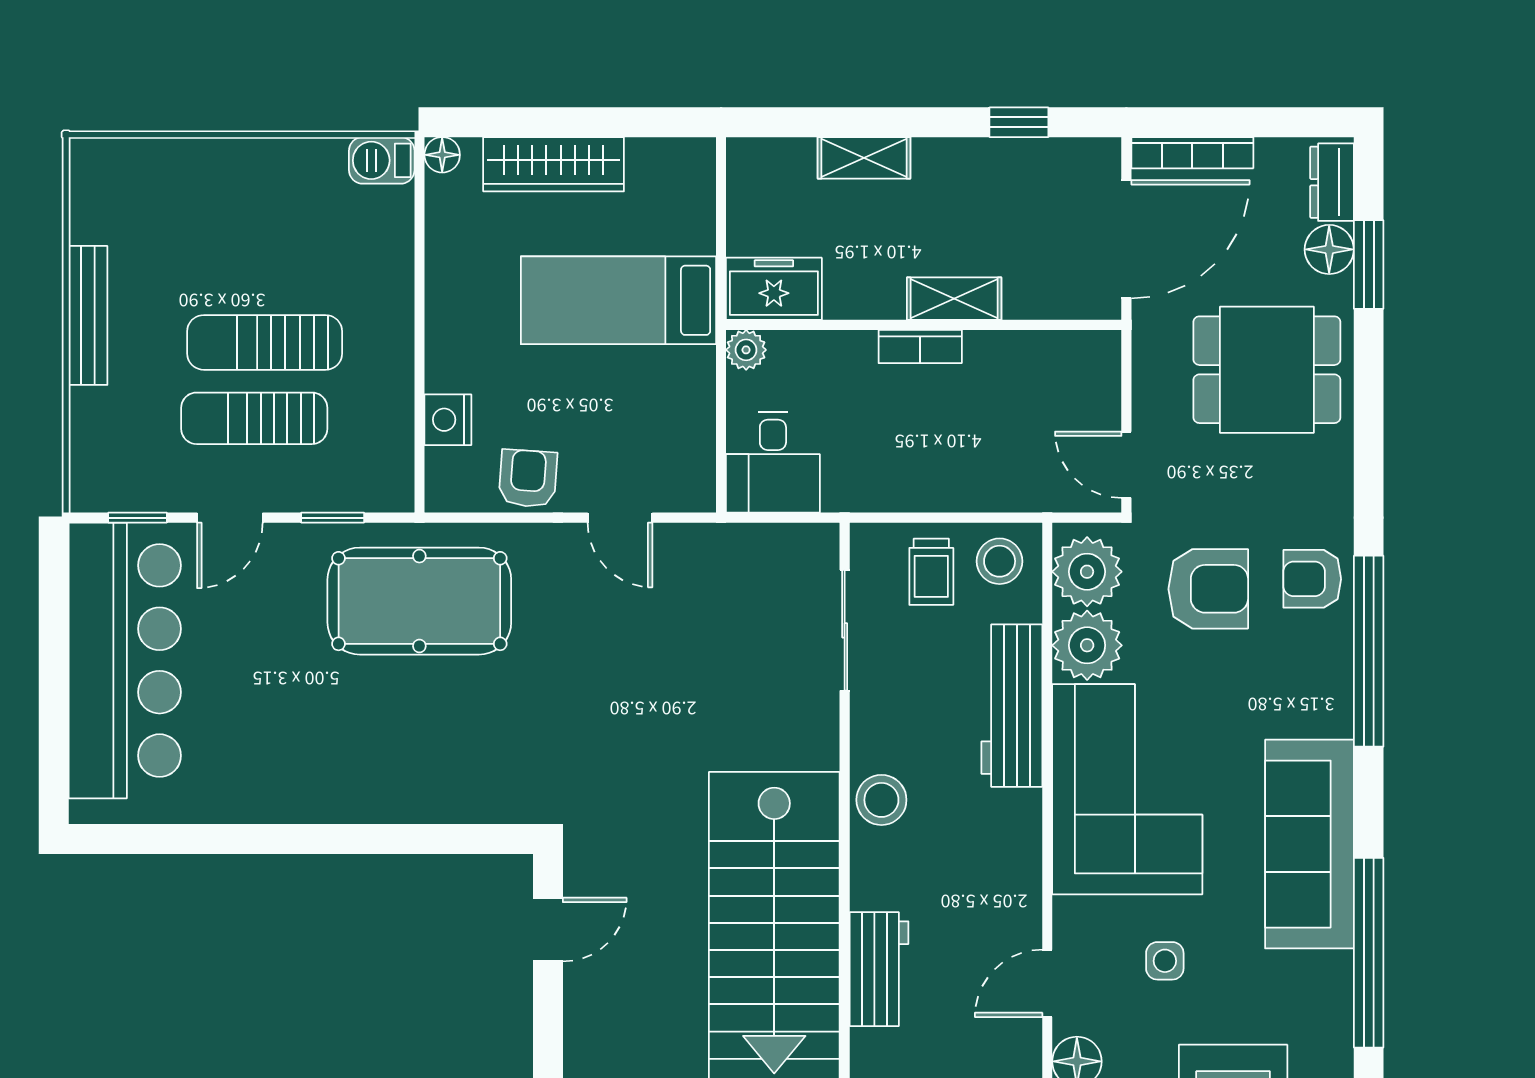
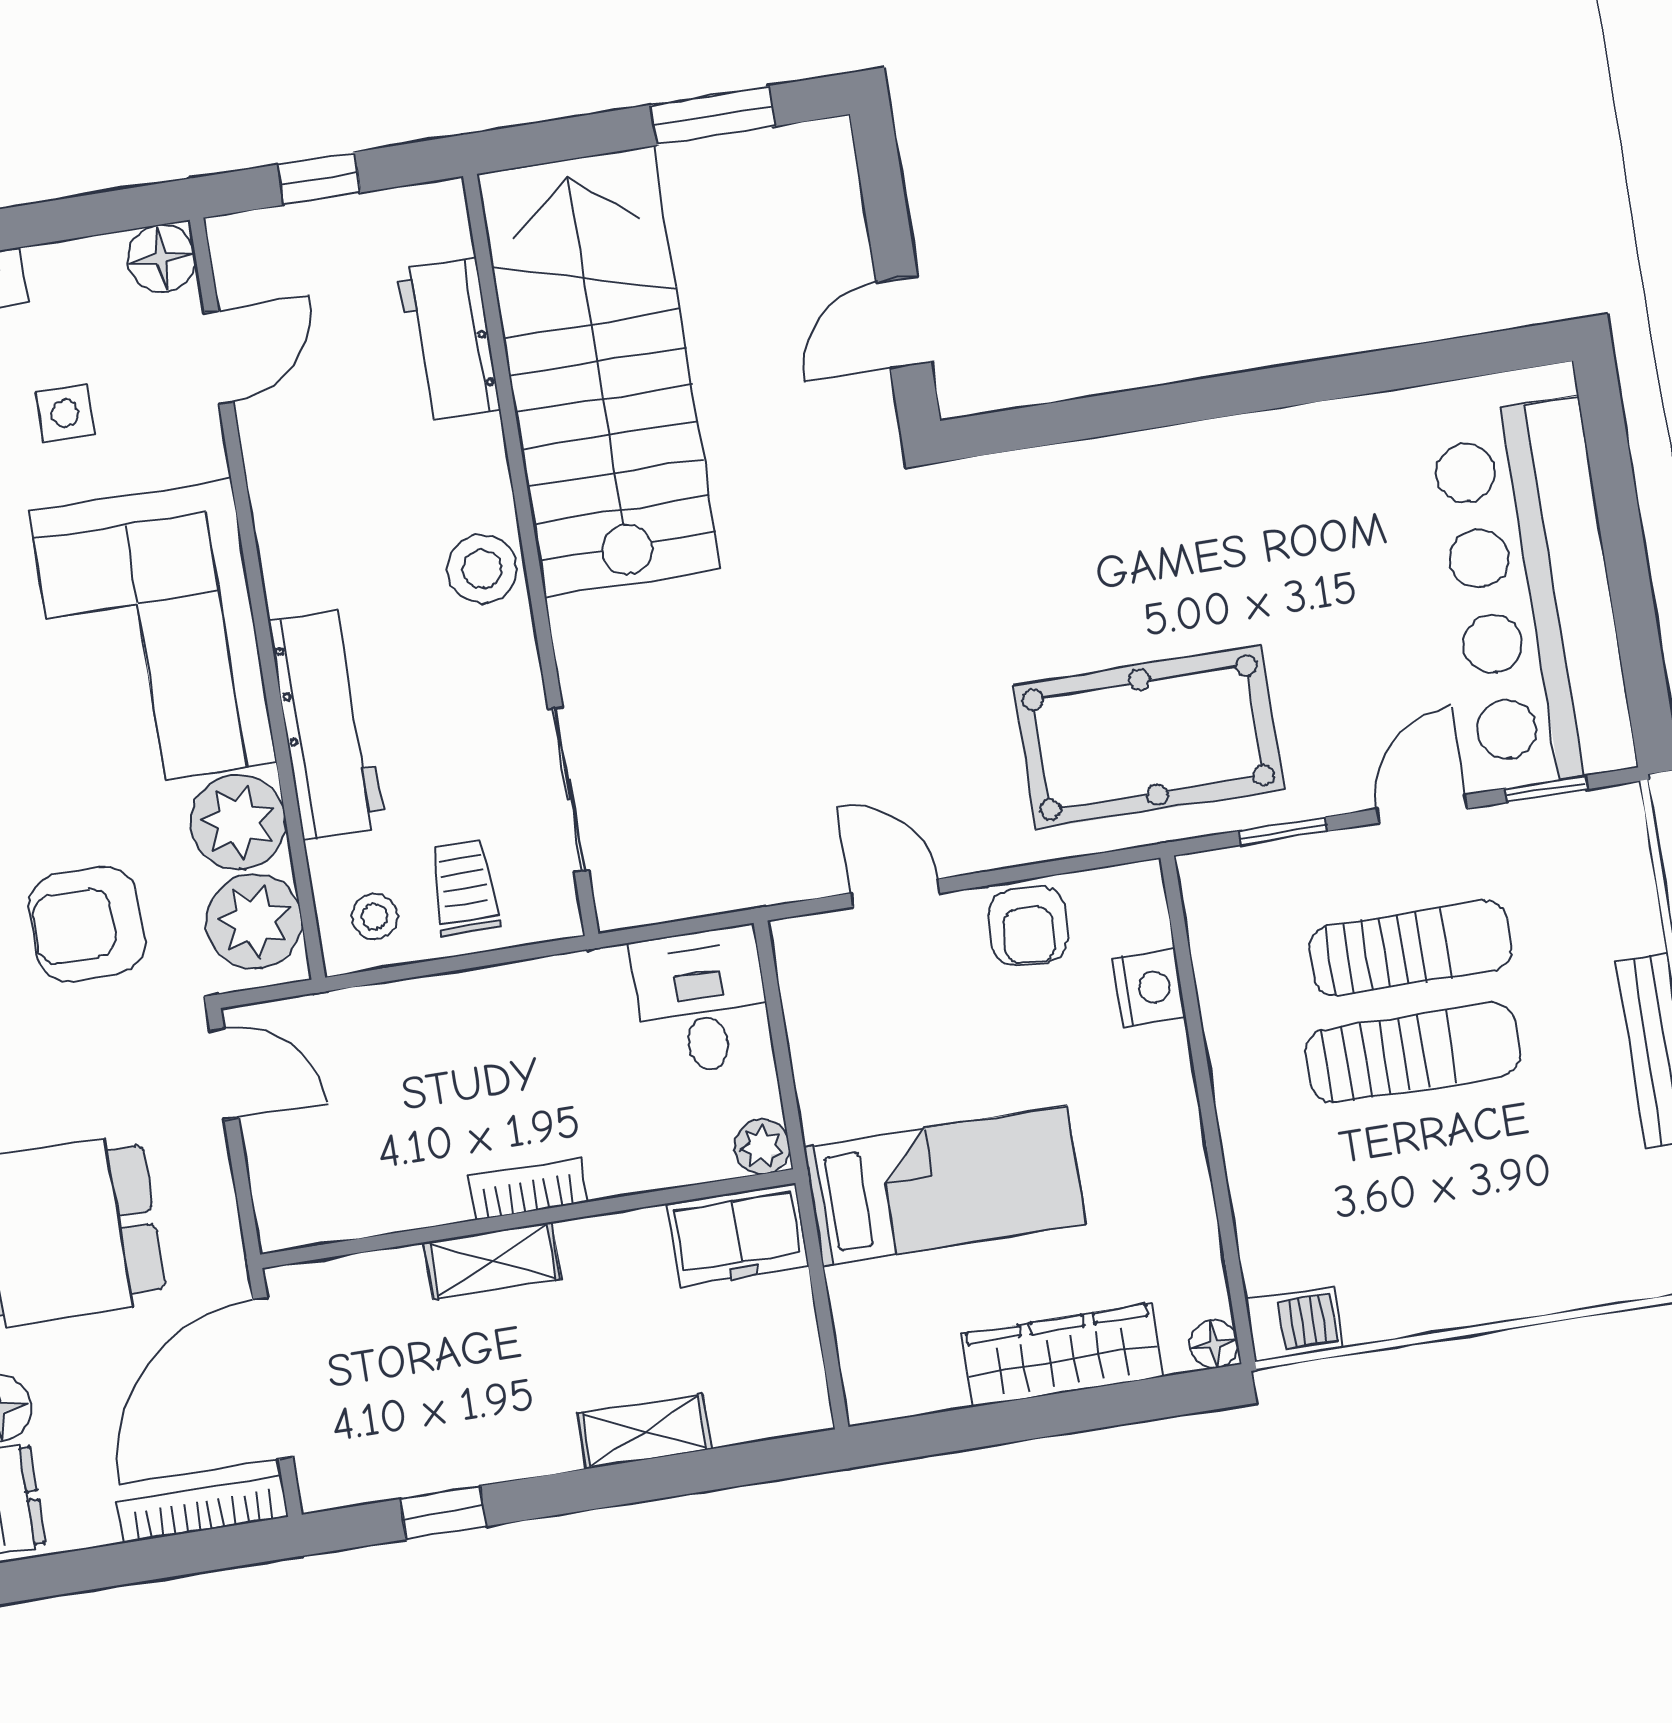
stool: (1000, 561) -> (374, 916), width x0.73, depth x0.73

